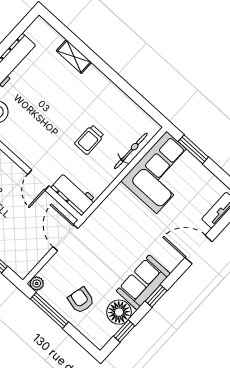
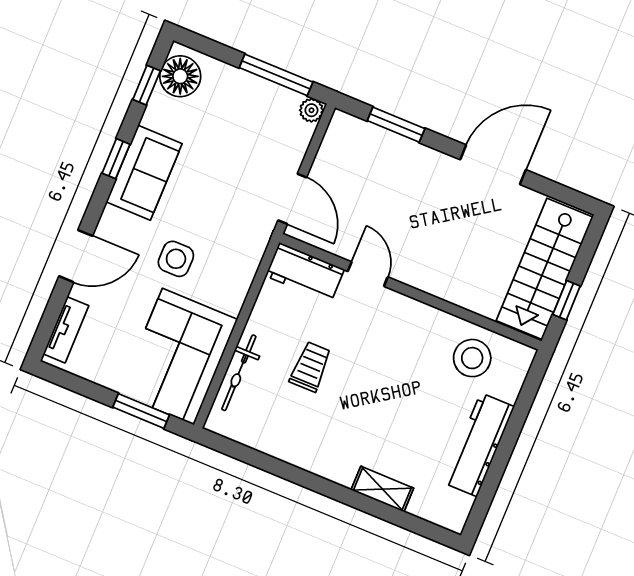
side table: (143, 228) -> (176, 259), added
armchair: (81, 300) -> (232, 109), removed
floor lamp: (119, 312) -> (180, 76), moved

